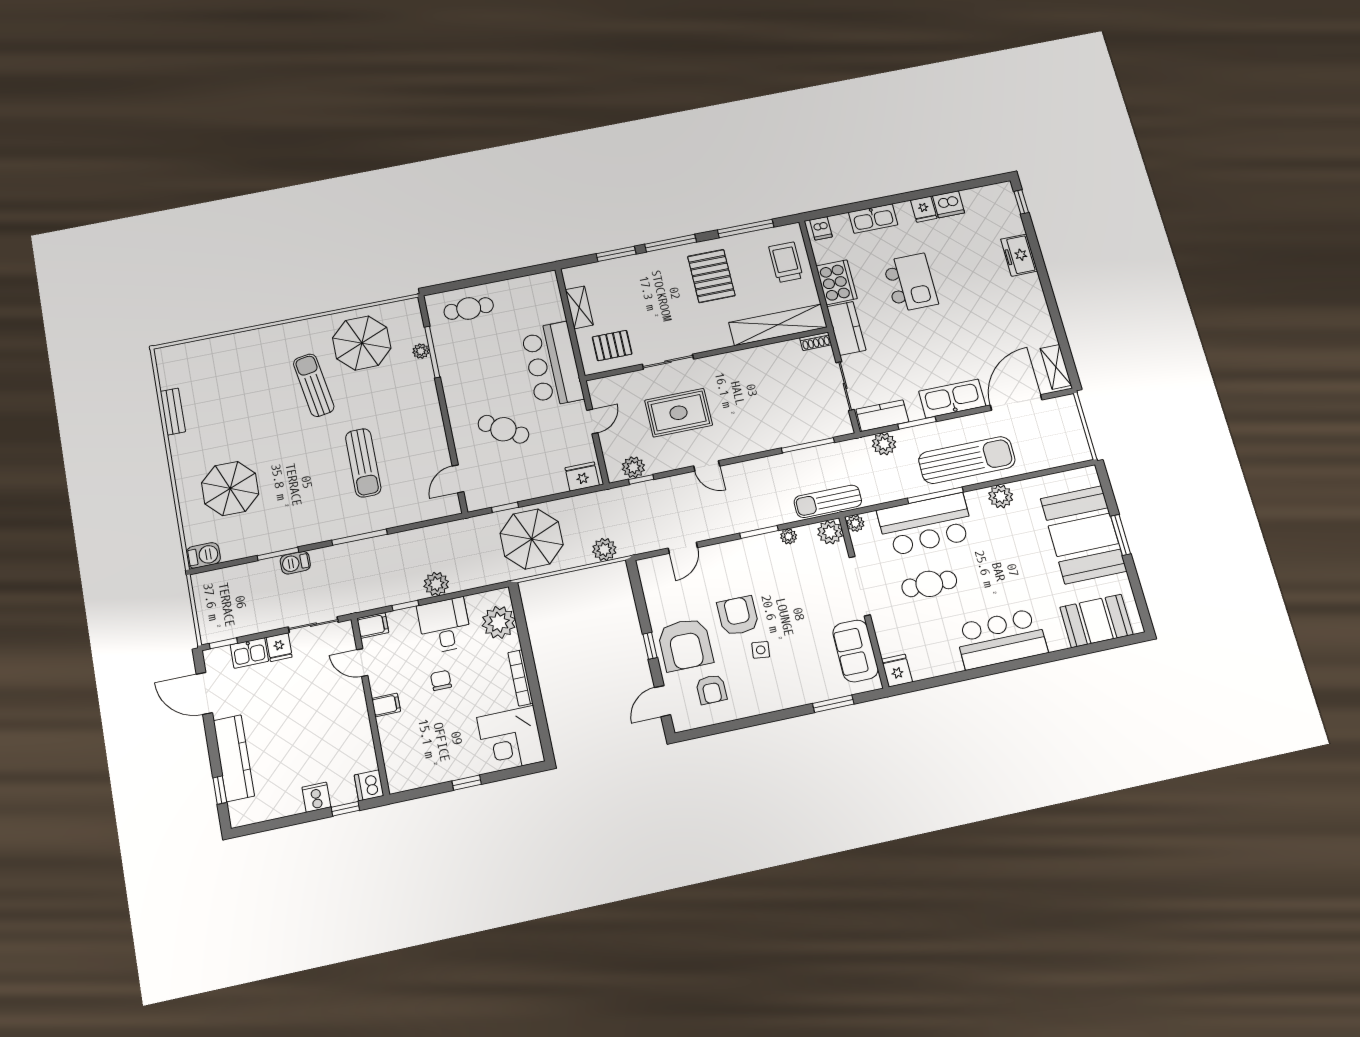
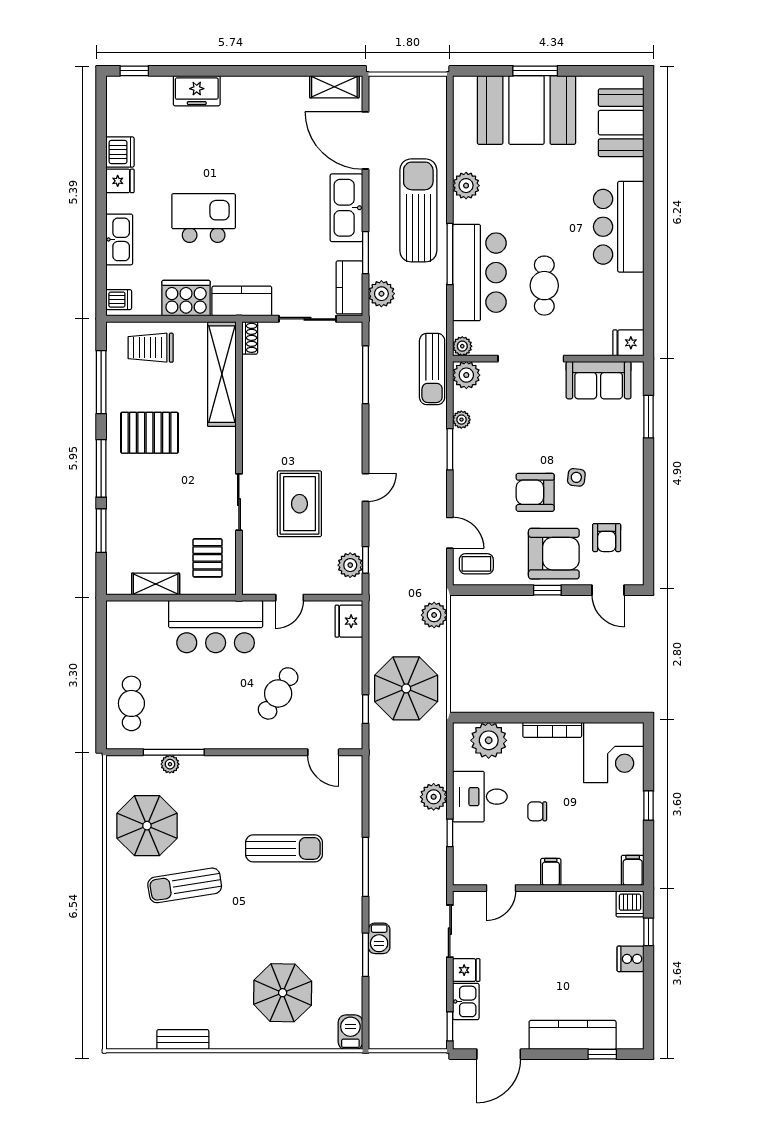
door: (592, 421) -> (290, 598), swing flipped
coffee table: (660, 577) -> (476, 564), added
filing cabinet: (373, 625) -> (633, 870), moved
armchair: (711, 689) -> (607, 538), turned 90

